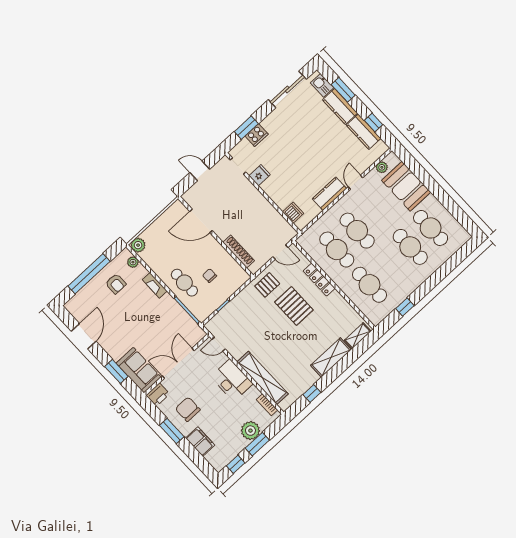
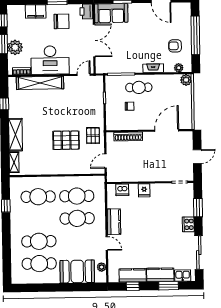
cooker: (257, 135) -> (188, 224), moved
fridge: (260, 175) -> (144, 190), moved
locker: (319, 280) -> (68, 169), removed
desk: (232, 380) -> (50, 60), width x1.36, depth x1.30

